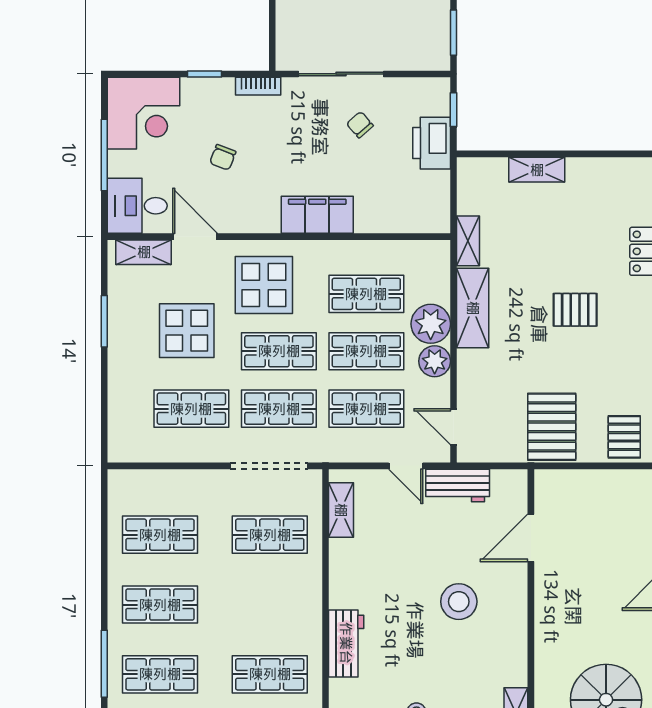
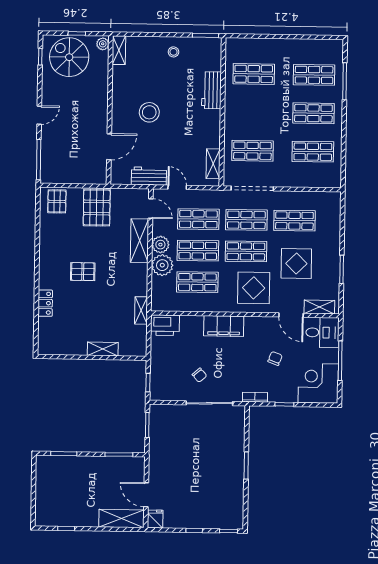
printer: (432, 143) -> (165, 325), moved, turned 90
shelving: (473, 308) -> (140, 241), moved

